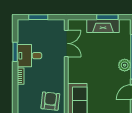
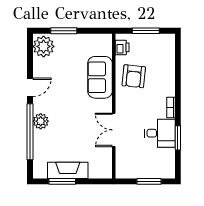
double door: (66, 43) -> (114, 130), moved

